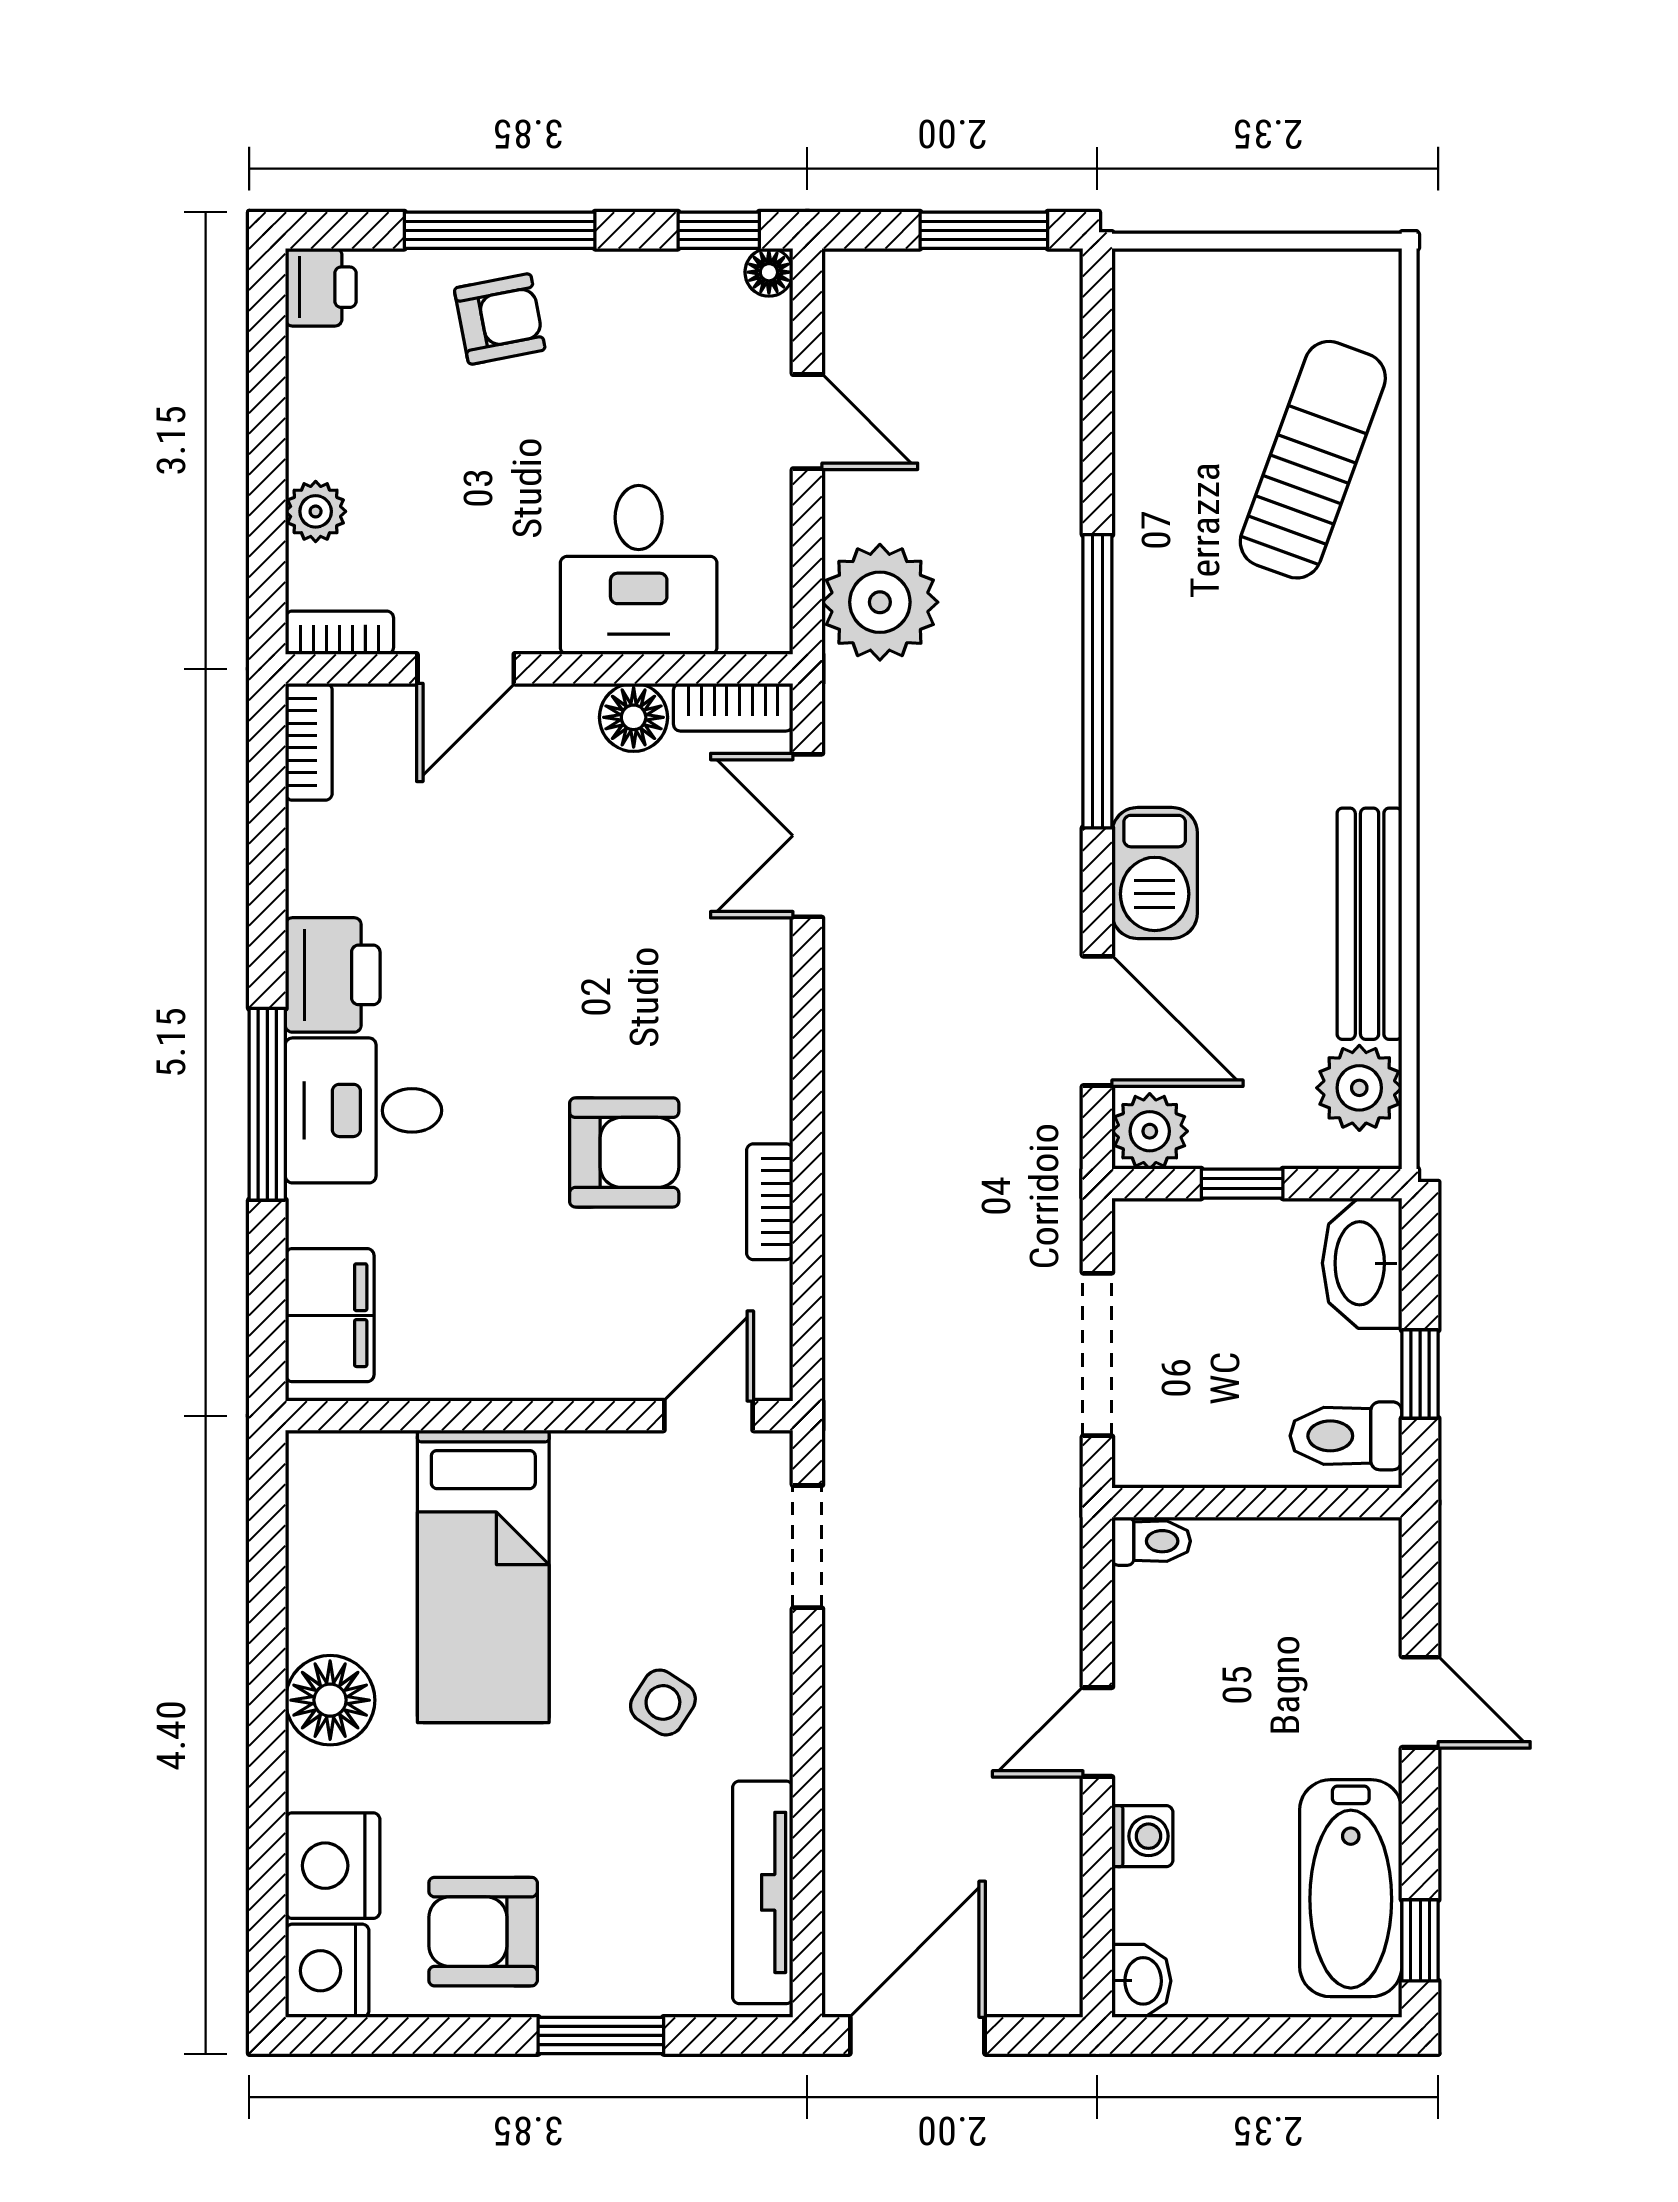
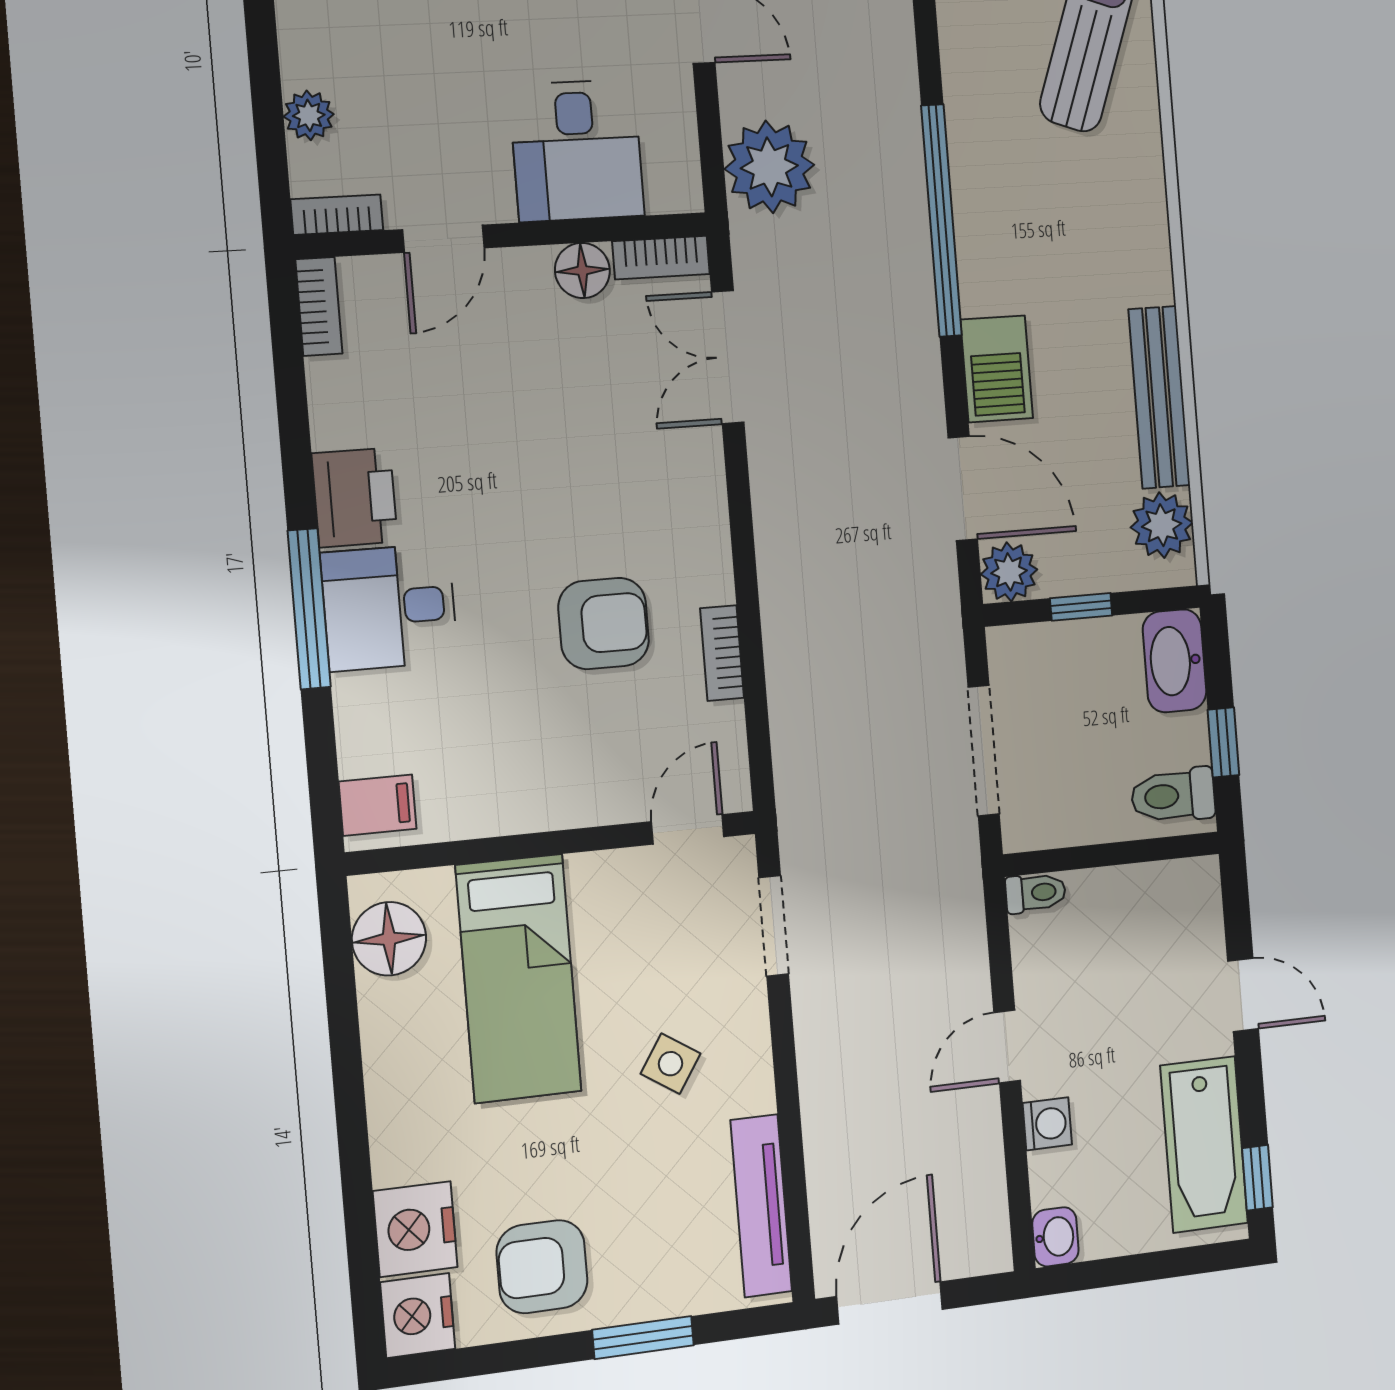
filing cabinet: (330, 1315) -> (378, 805), width x0.50
floor lamp: (330, 1700) -> (389, 939), moved

